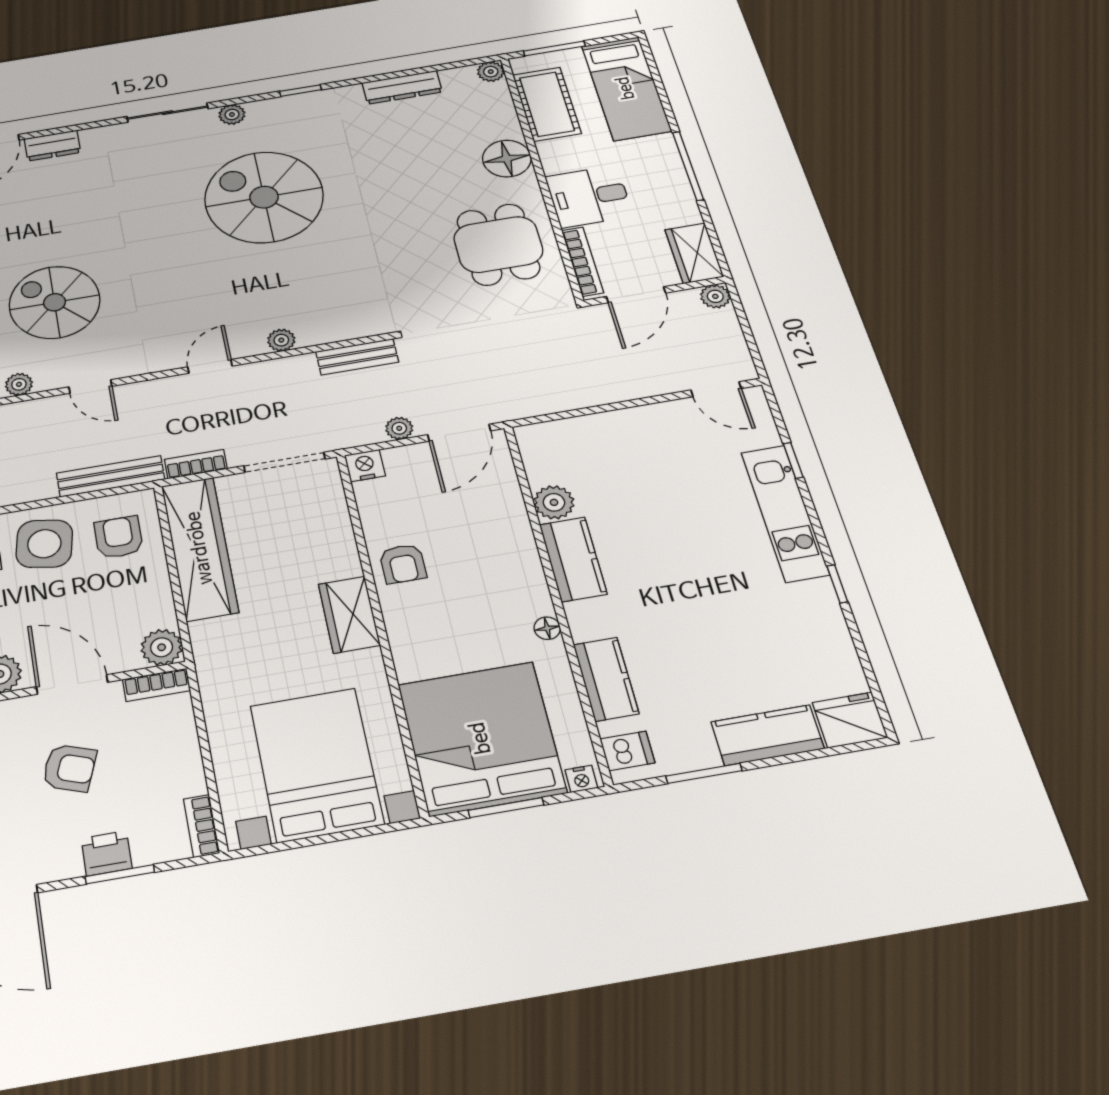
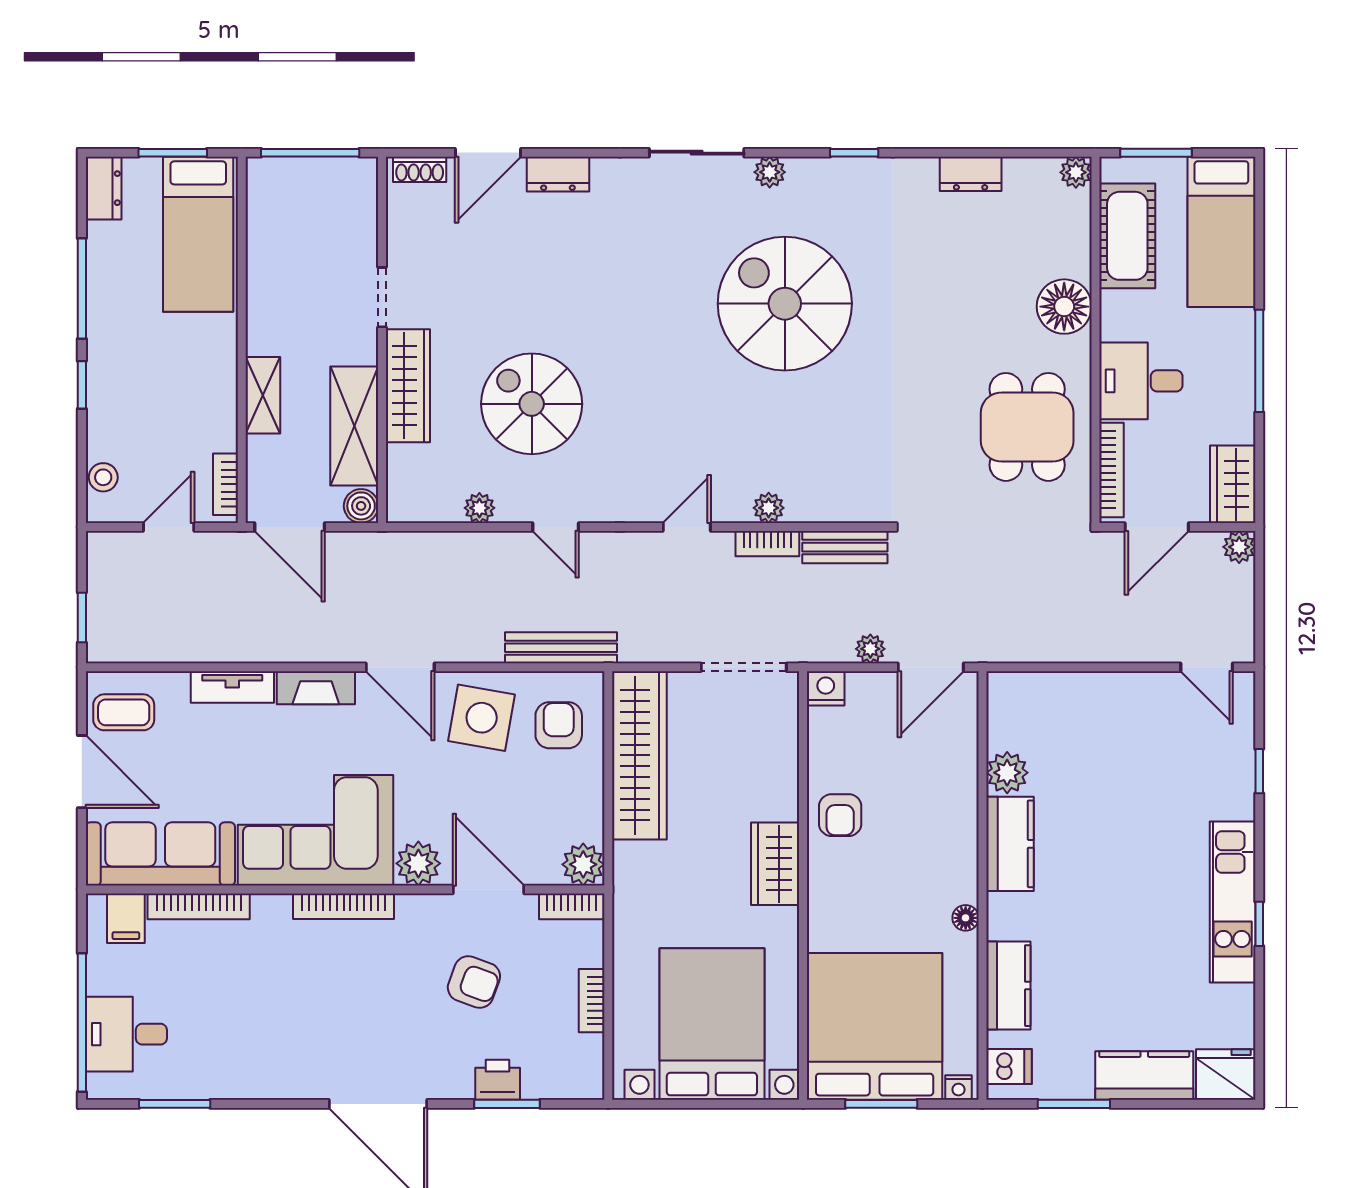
dresser: (402, 87) -> (971, 174), width x0.70
bookcase: (196, 464) -> (767, 544), moved, turned 180
kitchen unit: (785, 513) -> (1233, 902), moved
bookcase: (201, 826) -> (592, 1001), moved

